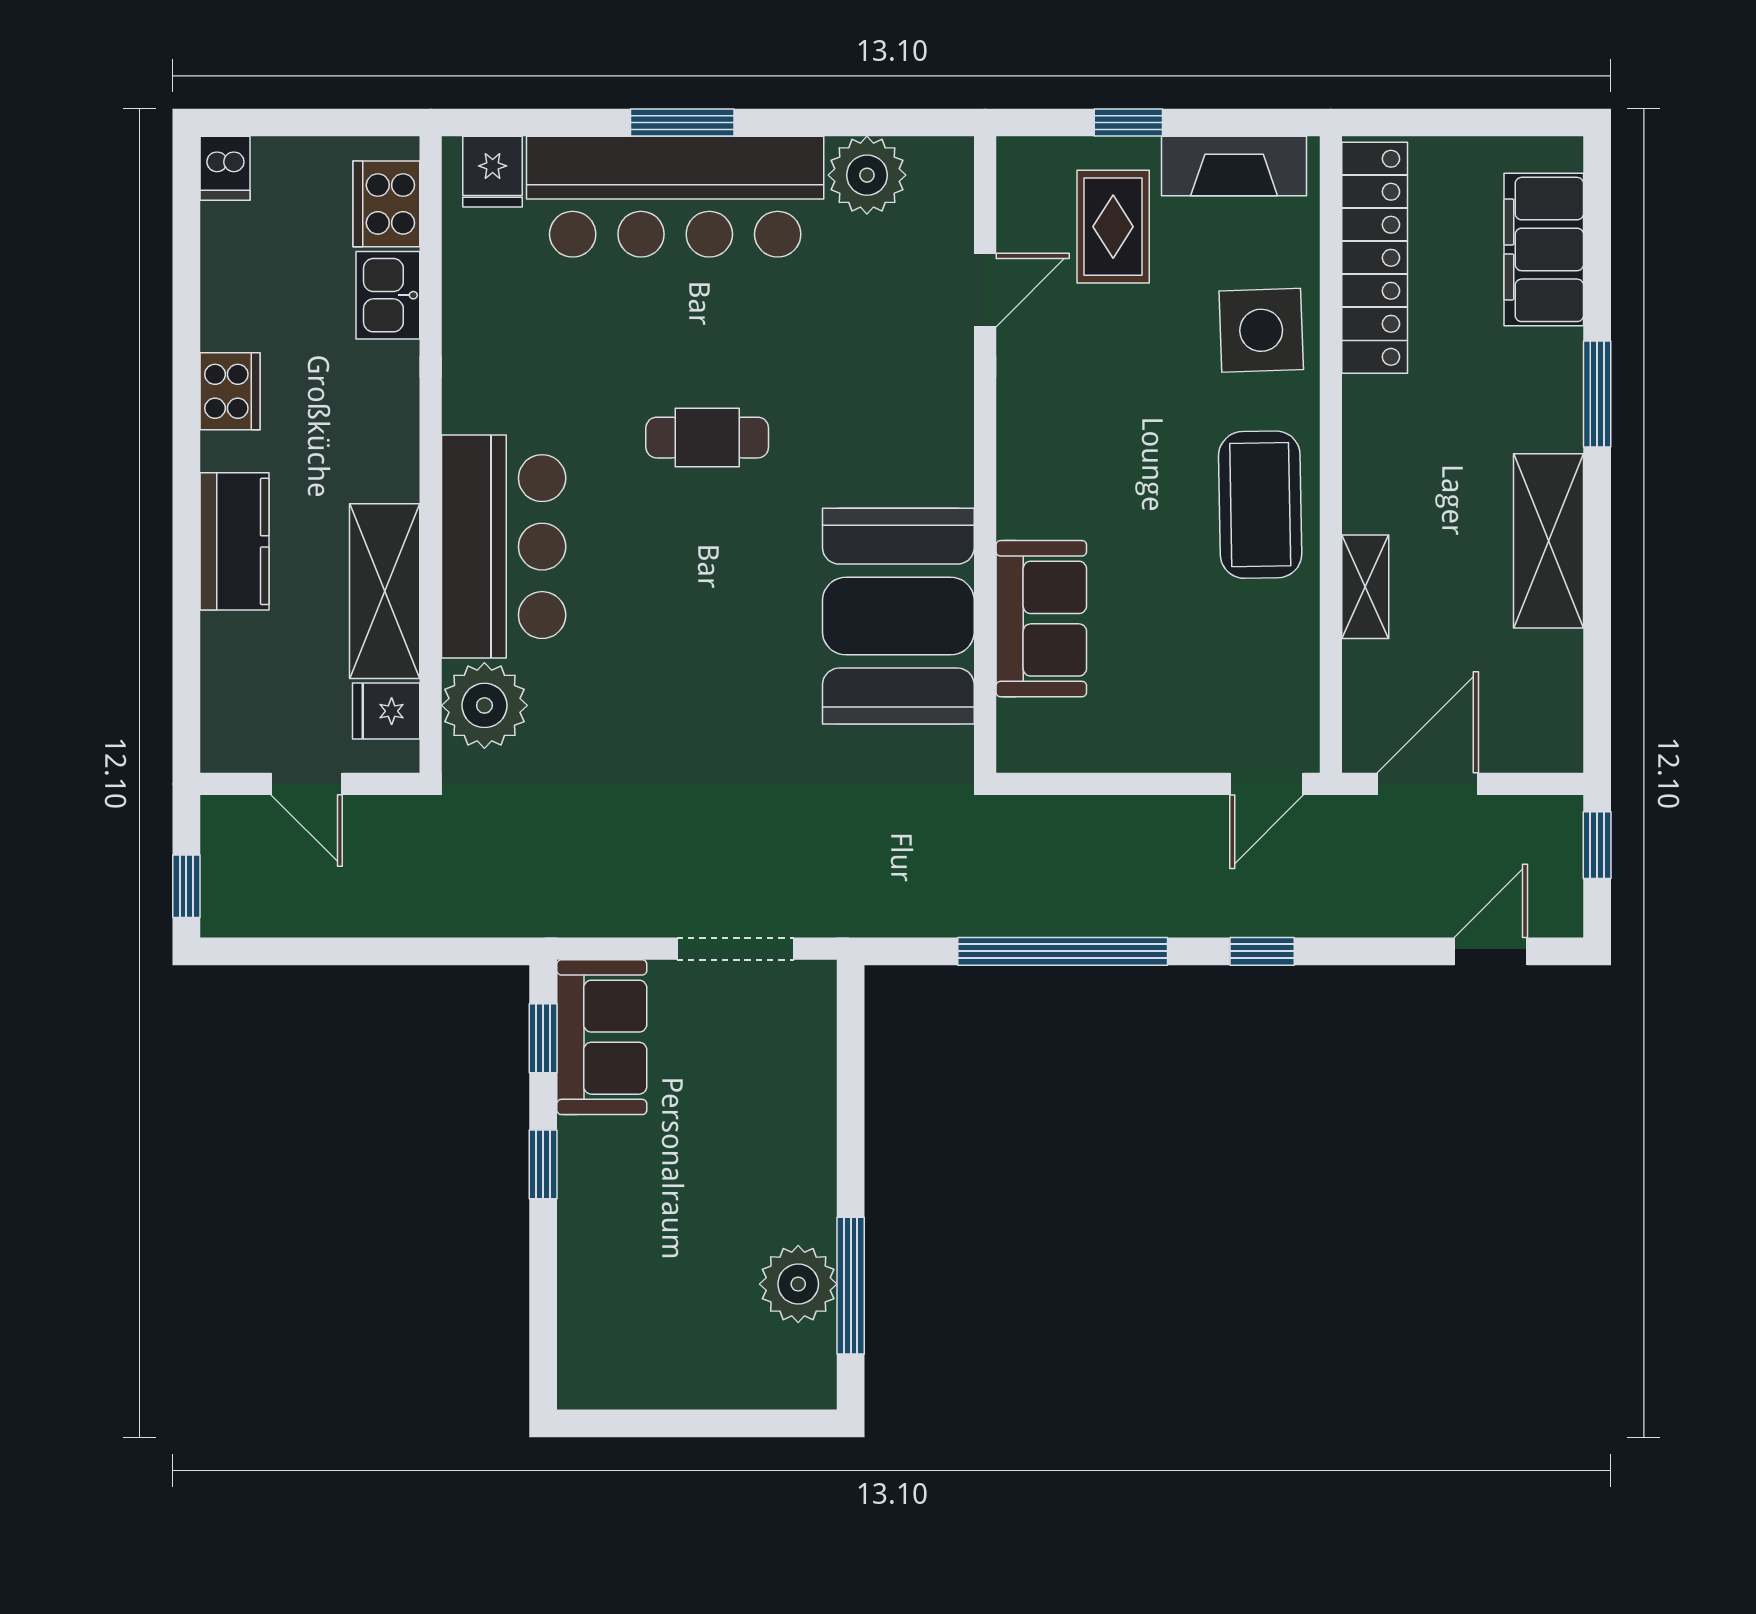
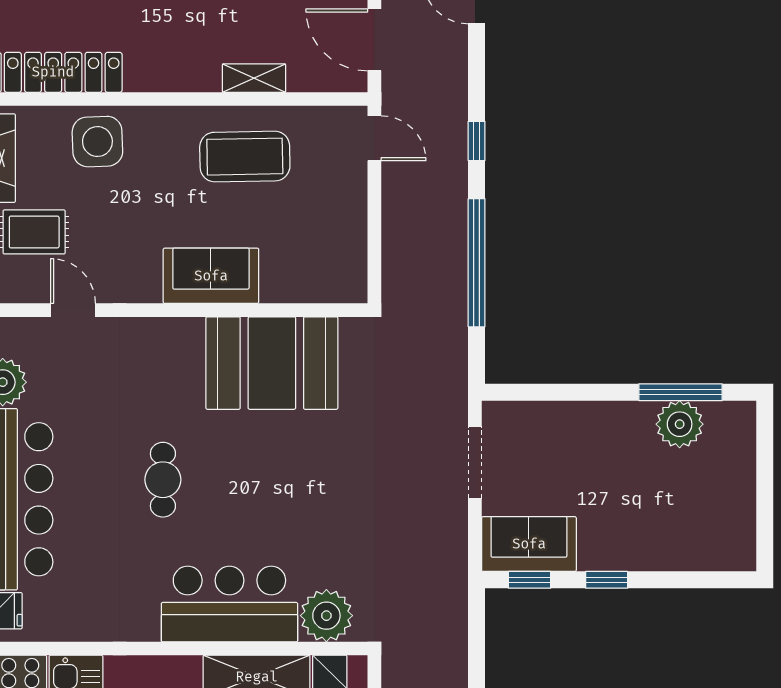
coffee table: (1260, 505) -> (245, 157), moved
sofa: (1041, 619) -> (211, 276), moved

